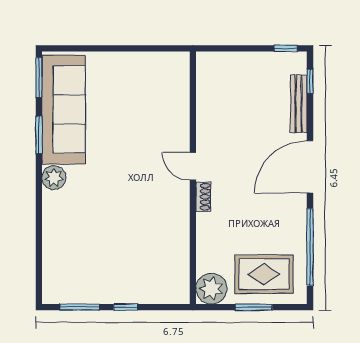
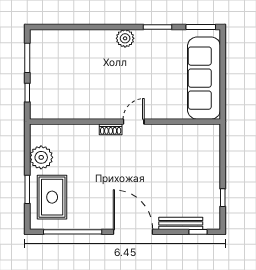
window: (286, 48) -> (223, 198), moved
sofa: (64, 109) -> (204, 78), moved, turned 90
door: (193, 166) -> (134, 122), moved
wall: (193, 178) -> (125, 122), moved
shoe rack: (203, 197) -> (111, 129), moved

